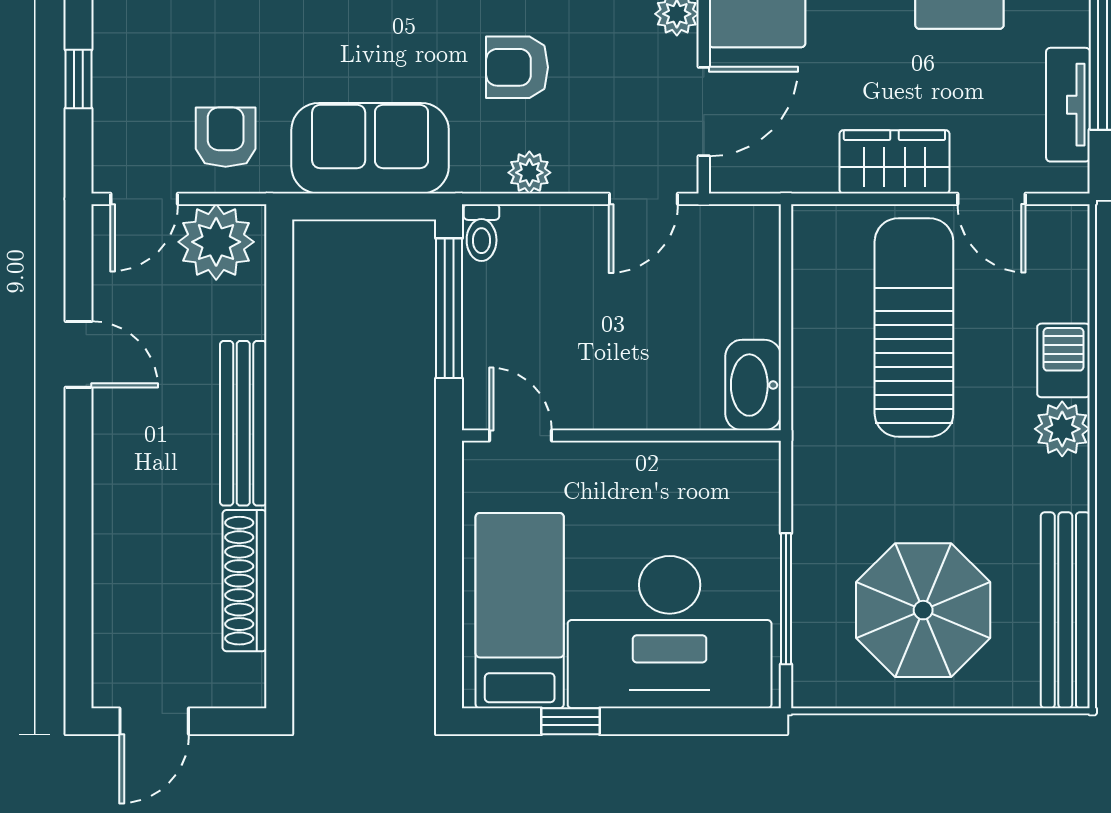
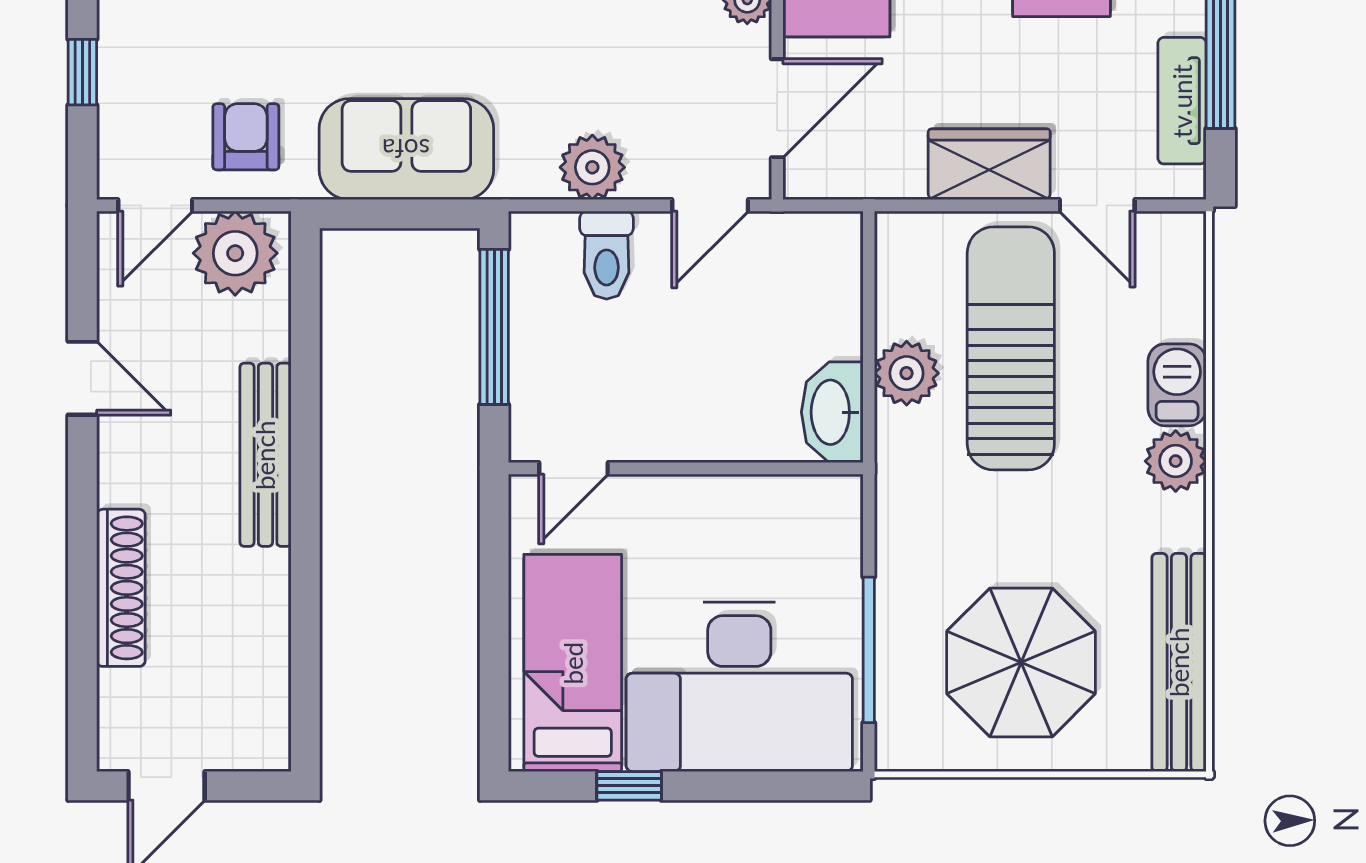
armchair: (517, 67) -> (570, 59), removed
plant: (529, 173) -> (592, 167), width x1.38, depth x1.38
toilet: (482, 233) -> (607, 255), moved, width x1.37, depth x1.39
plant: (820, 350) -> (907, 373), added
door: (520, 436) -> (574, 468), swing flipped
shoe rack: (244, 581) -> (121, 588), moved, turned 180

